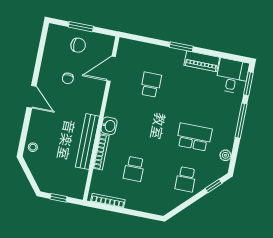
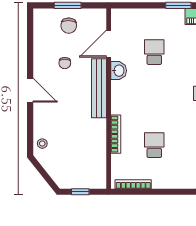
chair: (78, 45) -> (69, 26), turned 93
washbasin: (109, 126) -> (119, 71), moved
bench: (88, 142) -> (99, 88), moved
school desk: (134, 169) -> (154, 145), turned 180

